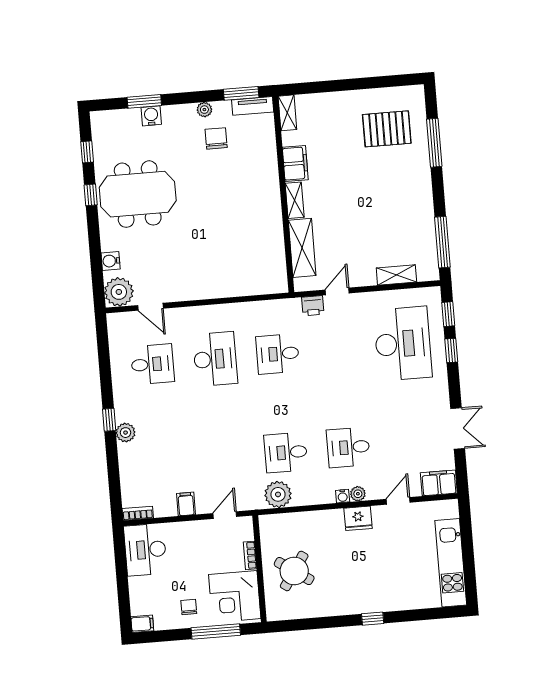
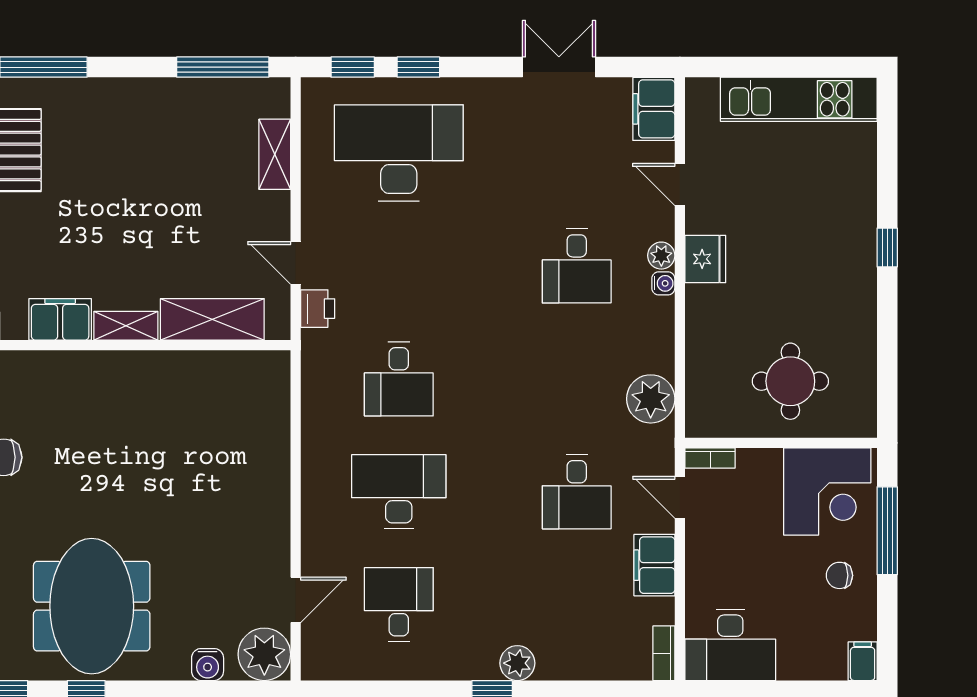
desk: (286, 452) -> (577, 492), moved
filing cabinet: (186, 504) -> (654, 565), width x2.00
bookcase: (250, 555) -> (710, 458), moved
round table: (294, 571) -> (790, 381), turned -34

